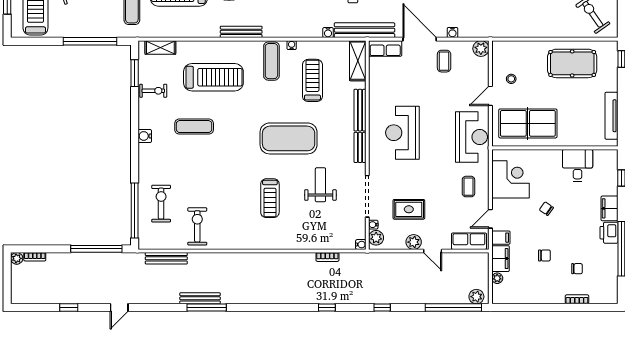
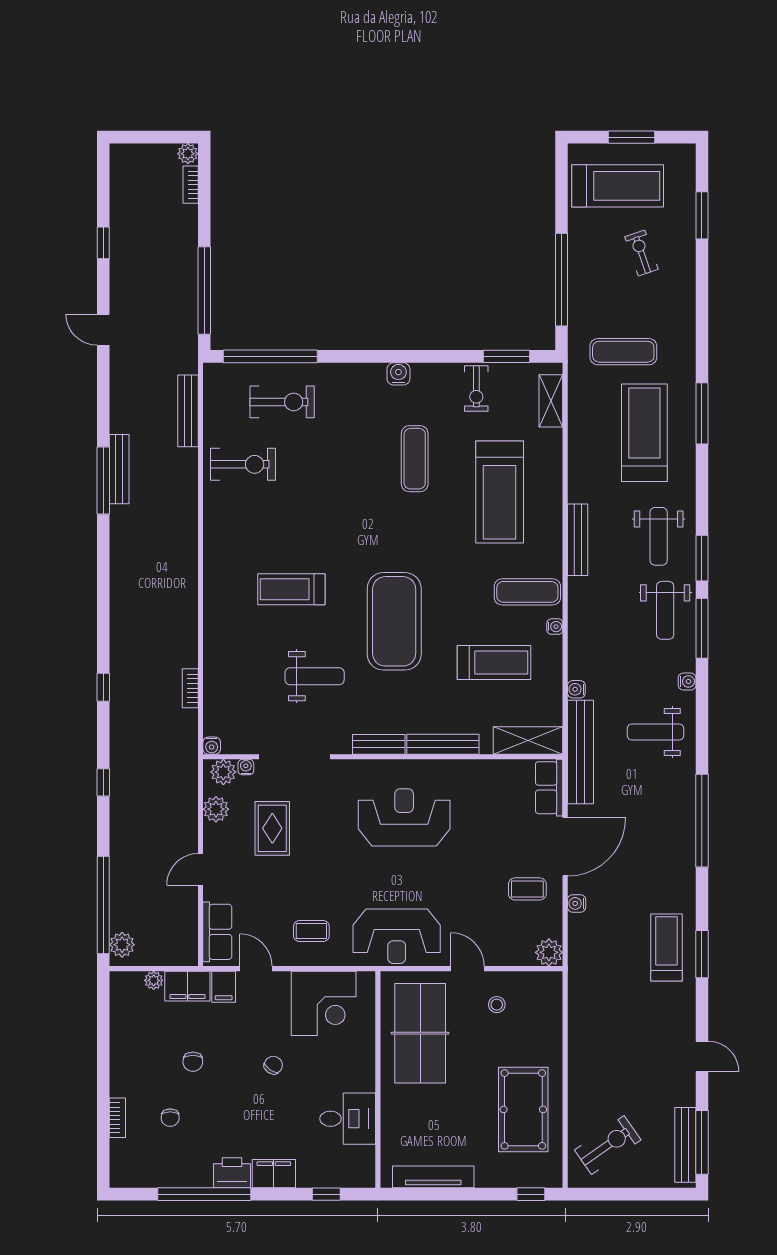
plant: (414, 242) -> (216, 809), moved

